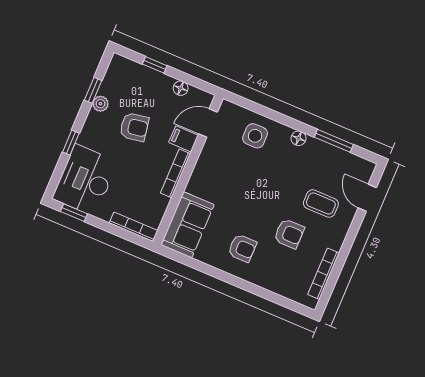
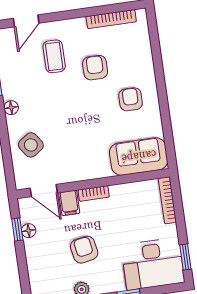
window: (155, 65) -> (17, 229), moved
side table: (255, 136) -> (31, 145), turned -34
bookcase: (175, 173) -> (94, 193), width x0.64

